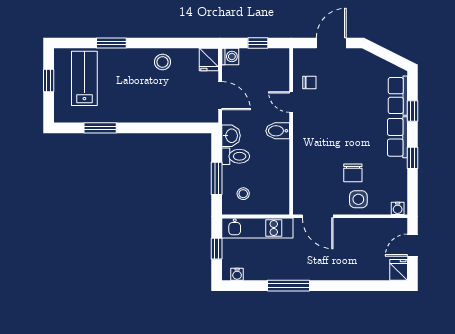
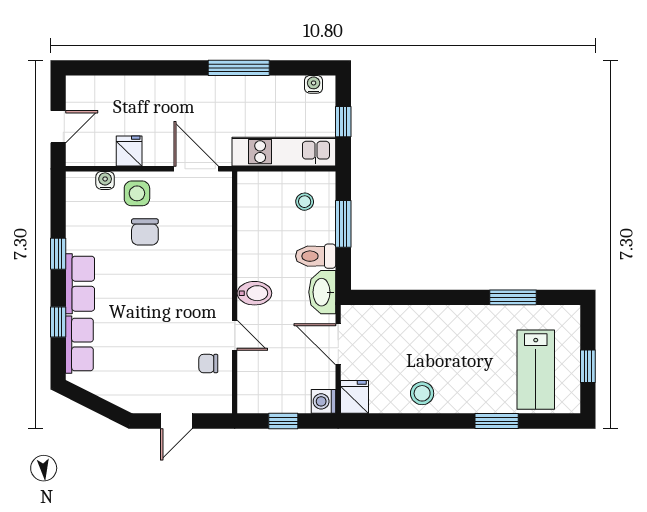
door: (331, 43) -> (176, 421), width x0.73
washbasin: (231, 136) -> (322, 292), width x1.38
chair: (353, 173) -> (145, 232), turned 180
water cooler: (398, 208) -> (105, 180), moved
fridge: (399, 270) -> (129, 151), moved, turned 180

